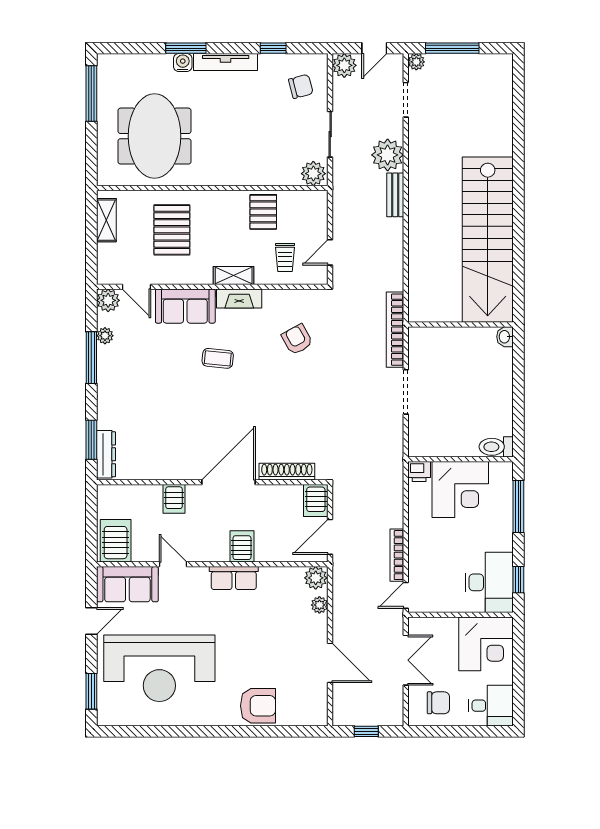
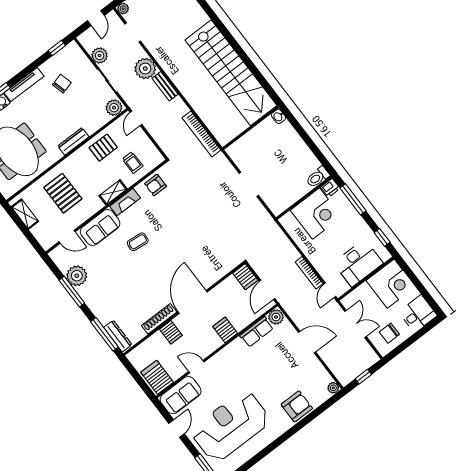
window: (273, 48) -> (57, 48), moved
plant: (344, 65) -> (100, 55), moved
chair: (301, 86) -> (62, 84), moved
dresser: (233, 177) -> (73, 141), added
pallet: (263, 212) -> (103, 148), turned 90
door: (330, 252) -> (136, 118), moved
plant: (108, 300) -> (58, 255), removed
bookcase: (395, 330) -> (201, 134), moved
plant: (105, 336) -> (77, 276), width x1.88, depth x1.88
armchair: (297, 339) -> (155, 185), moved, turned -61
window: (91, 440) -> (104, 334), width x1.44
shoe rack: (287, 472) -> (159, 319), moved
printer: (419, 472) -> (330, 188), moved
row of seats: (234, 578) -> (257, 332), moved
desk: (489, 582) -> (358, 263), moved, turned 90
plant: (319, 605) -> (333, 388), moved
door: (330, 663) -> (307, 342), moved
reception desk: (159, 668) -> (231, 426), turned 180
chair: (438, 703) -> (389, 333), turned 180

